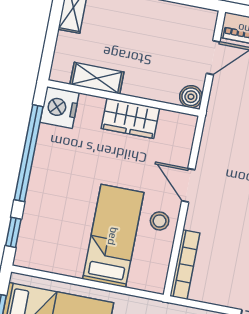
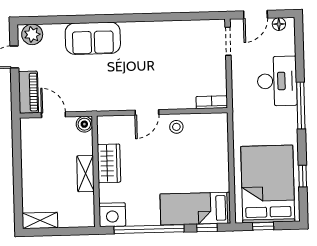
shelving: (97, 78) -> (85, 174), moved
bed: (113, 236) -> (195, 209), moved
bookcase: (185, 265) -> (212, 102), width x0.64

